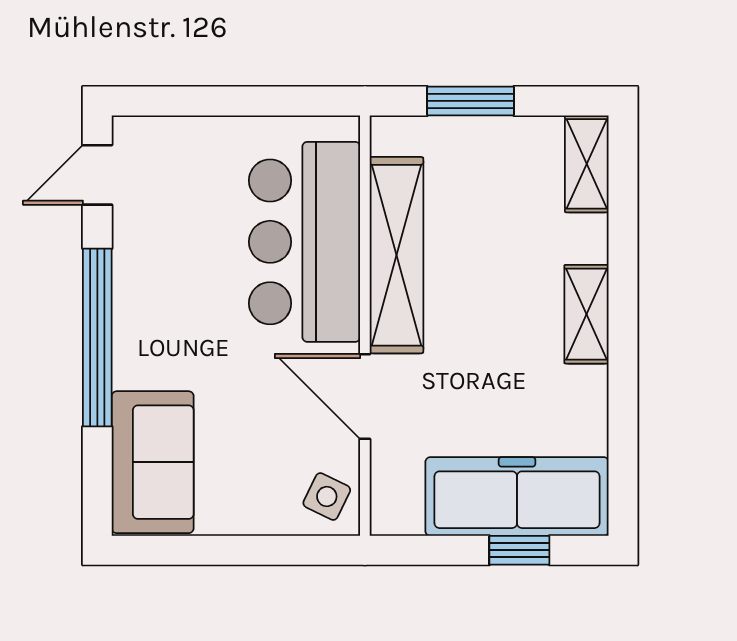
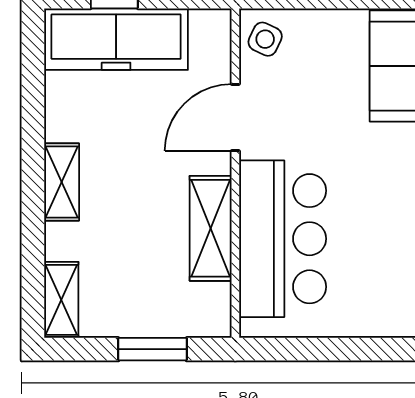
shelving: (396, 255) -> (211, 228), width x0.68
door: (365, 396) -> (235, 118), swing flipped

